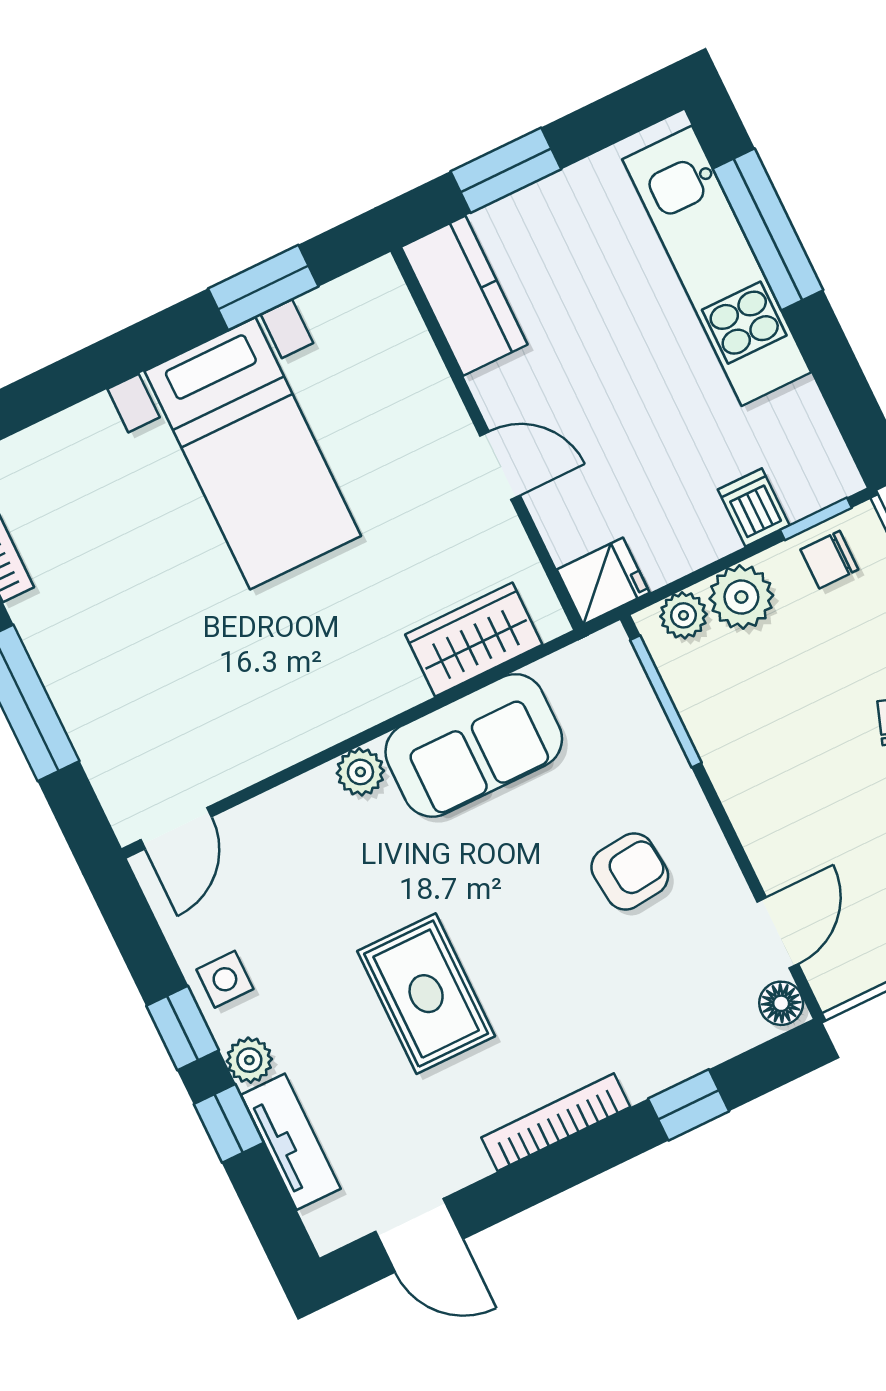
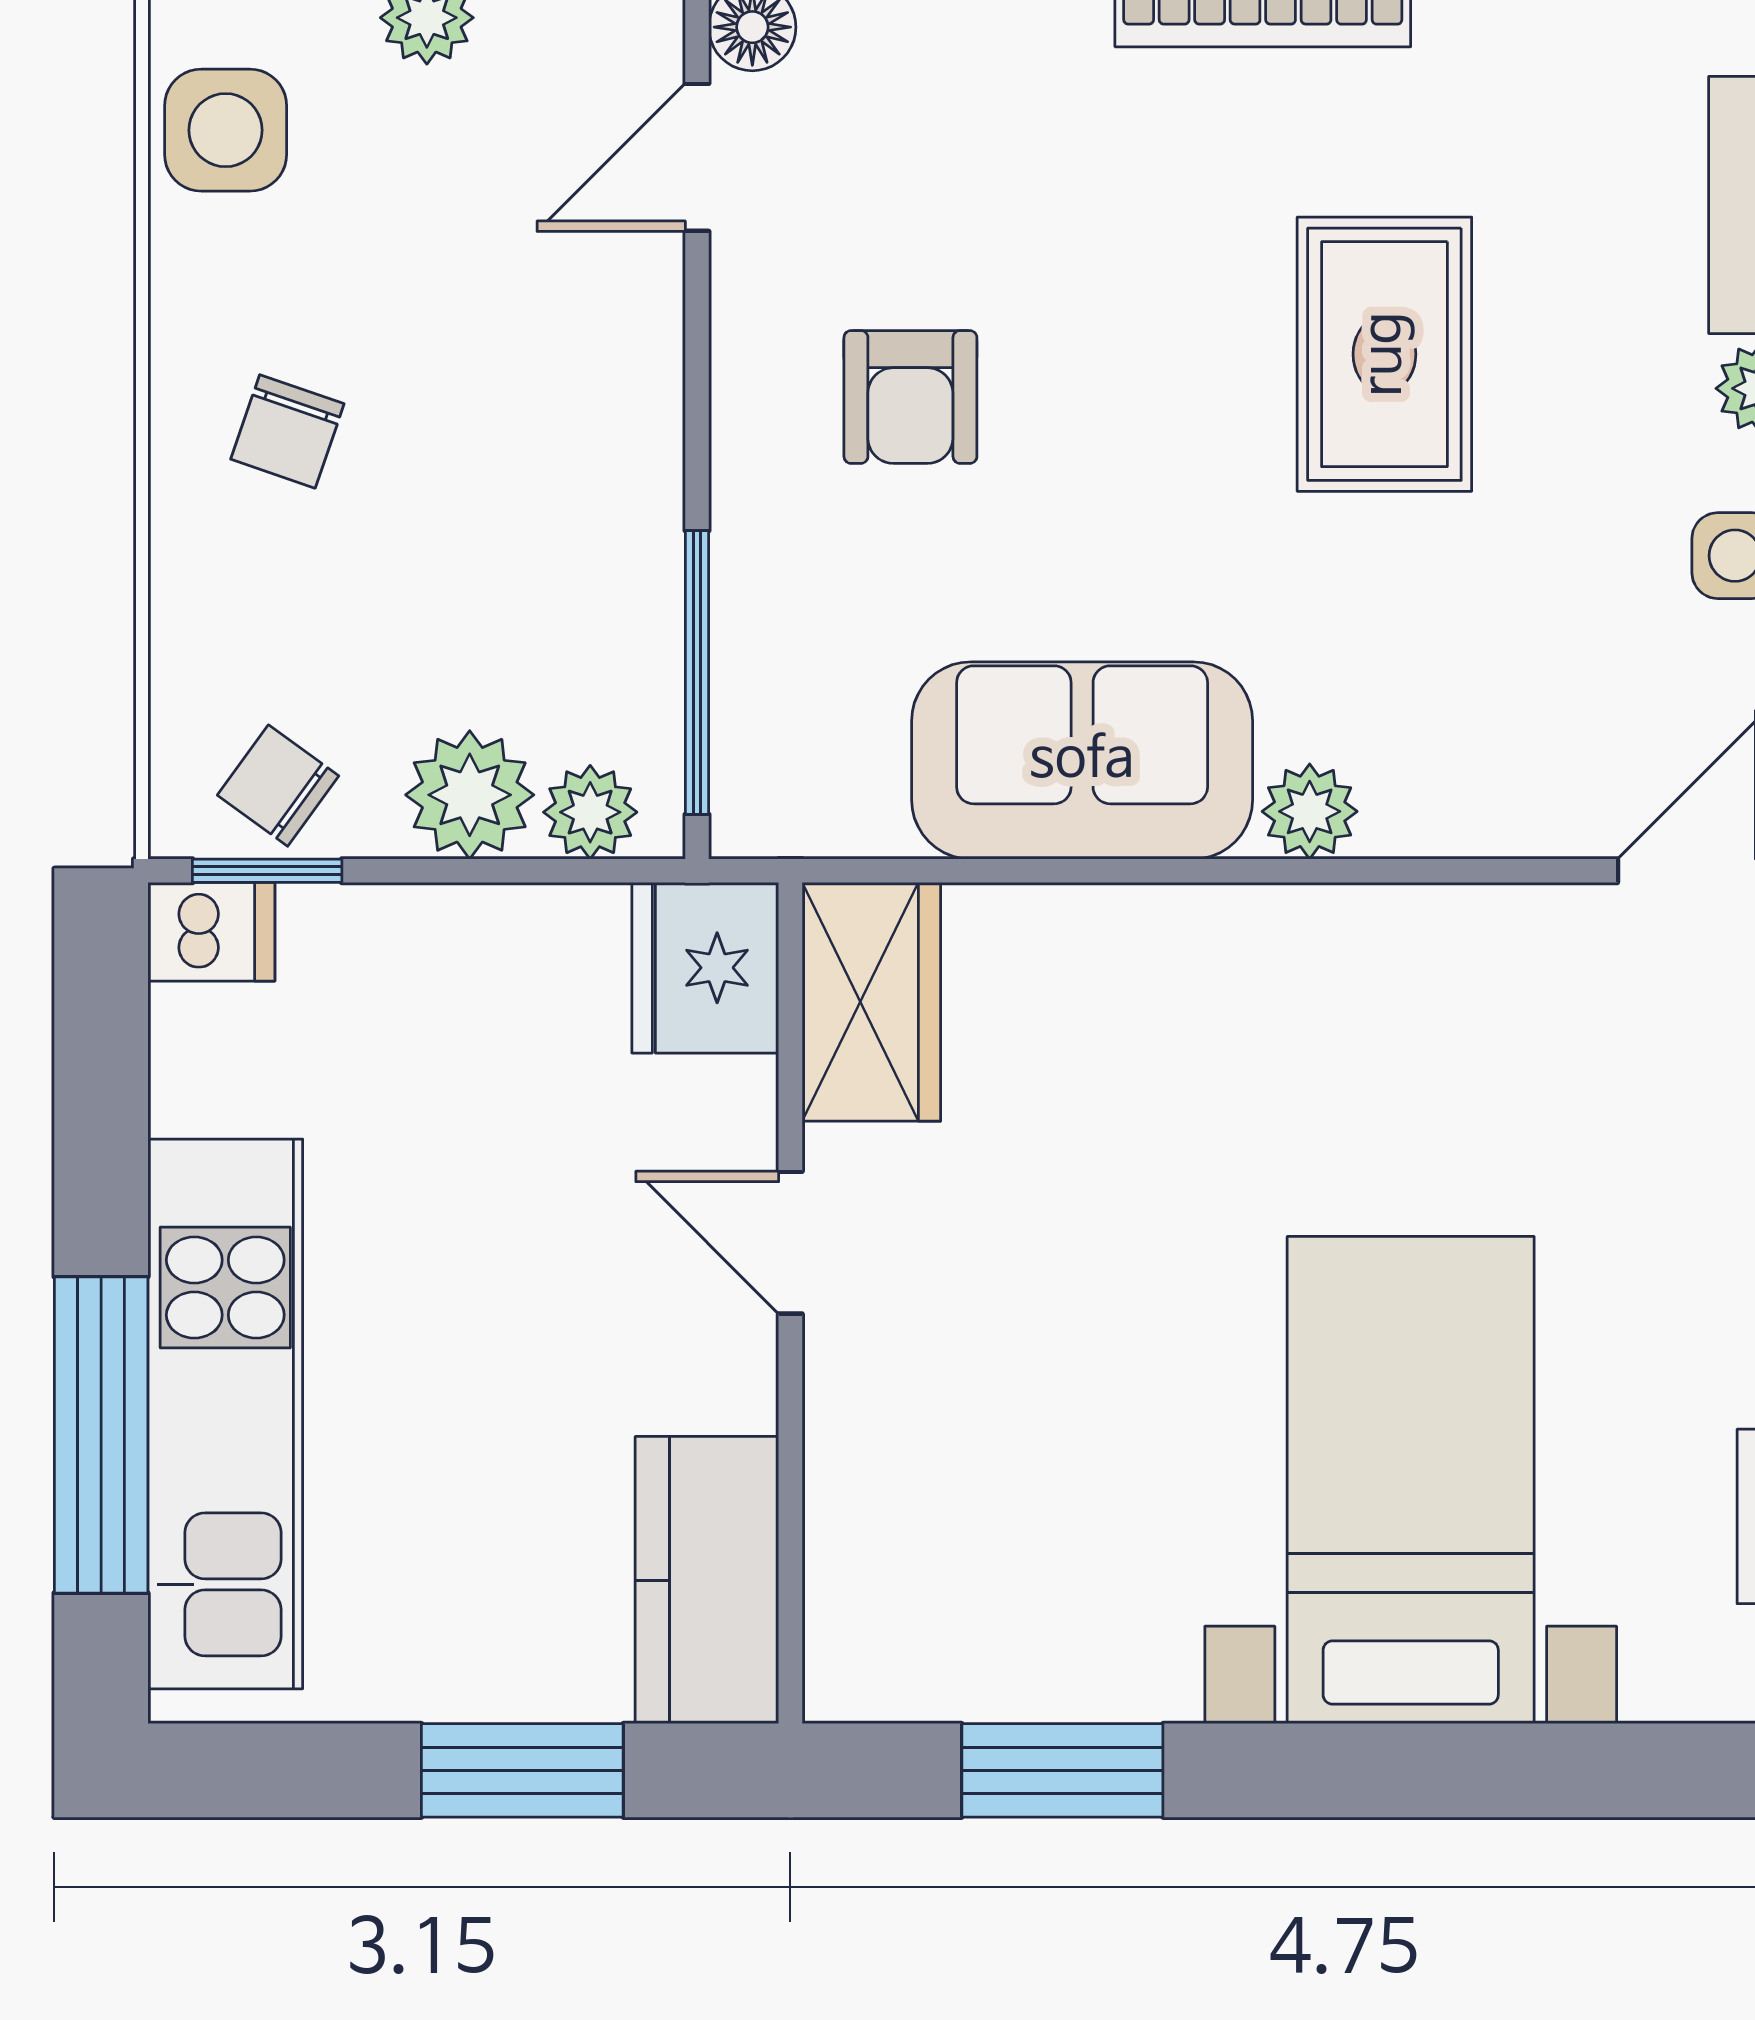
bed with nightstands: (253, 453) -> (1411, 1480), moved
dishwasher: (754, 507) -> (211, 932), moved, turned -90
chair: (829, 560) -> (278, 786), turned -144
fridge: (603, 581) -> (705, 968), width x1.38
wardrobe: (474, 639) -> (871, 1002), moved, turned -90
armchair: (630, 871) -> (910, 397), turned -84

